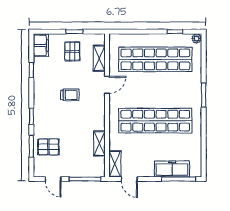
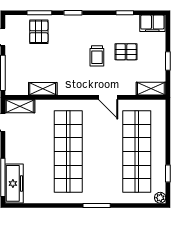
pallet: (72, 51) -> (126, 52), moved
shelving: (99, 58) -> (151, 89), moved
freezer: (172, 169) -> (14, 183), moved

